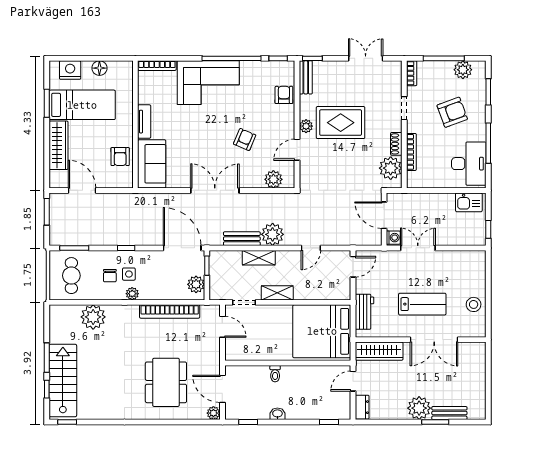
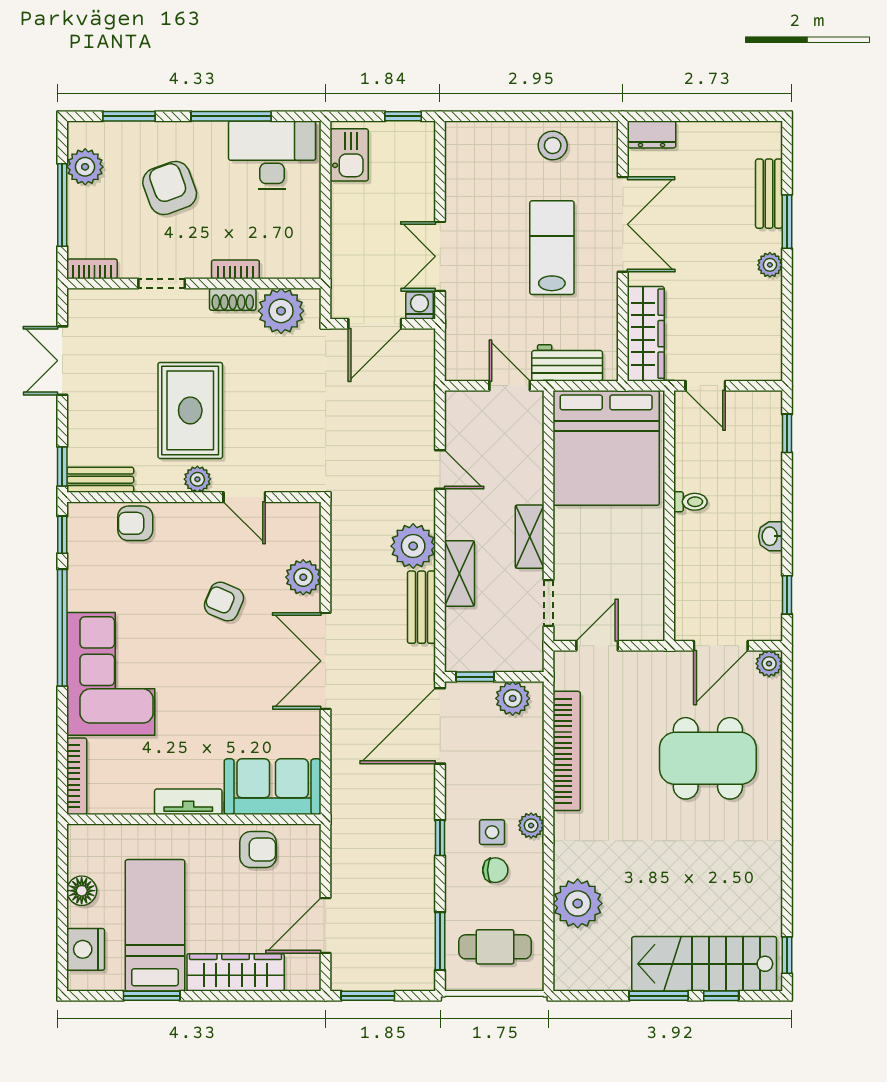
bookcase: (411, 152) -> (235, 269), width x0.64
plant: (273, 179) -> (303, 577), moved
door: (353, 267) -> (510, 386), moved
toilet: (275, 374) -> (690, 502), moved
dresser: (362, 407) -> (652, 134), moved, turned 180
plant: (419, 408) -> (770, 265), width x0.53, depth x0.53

